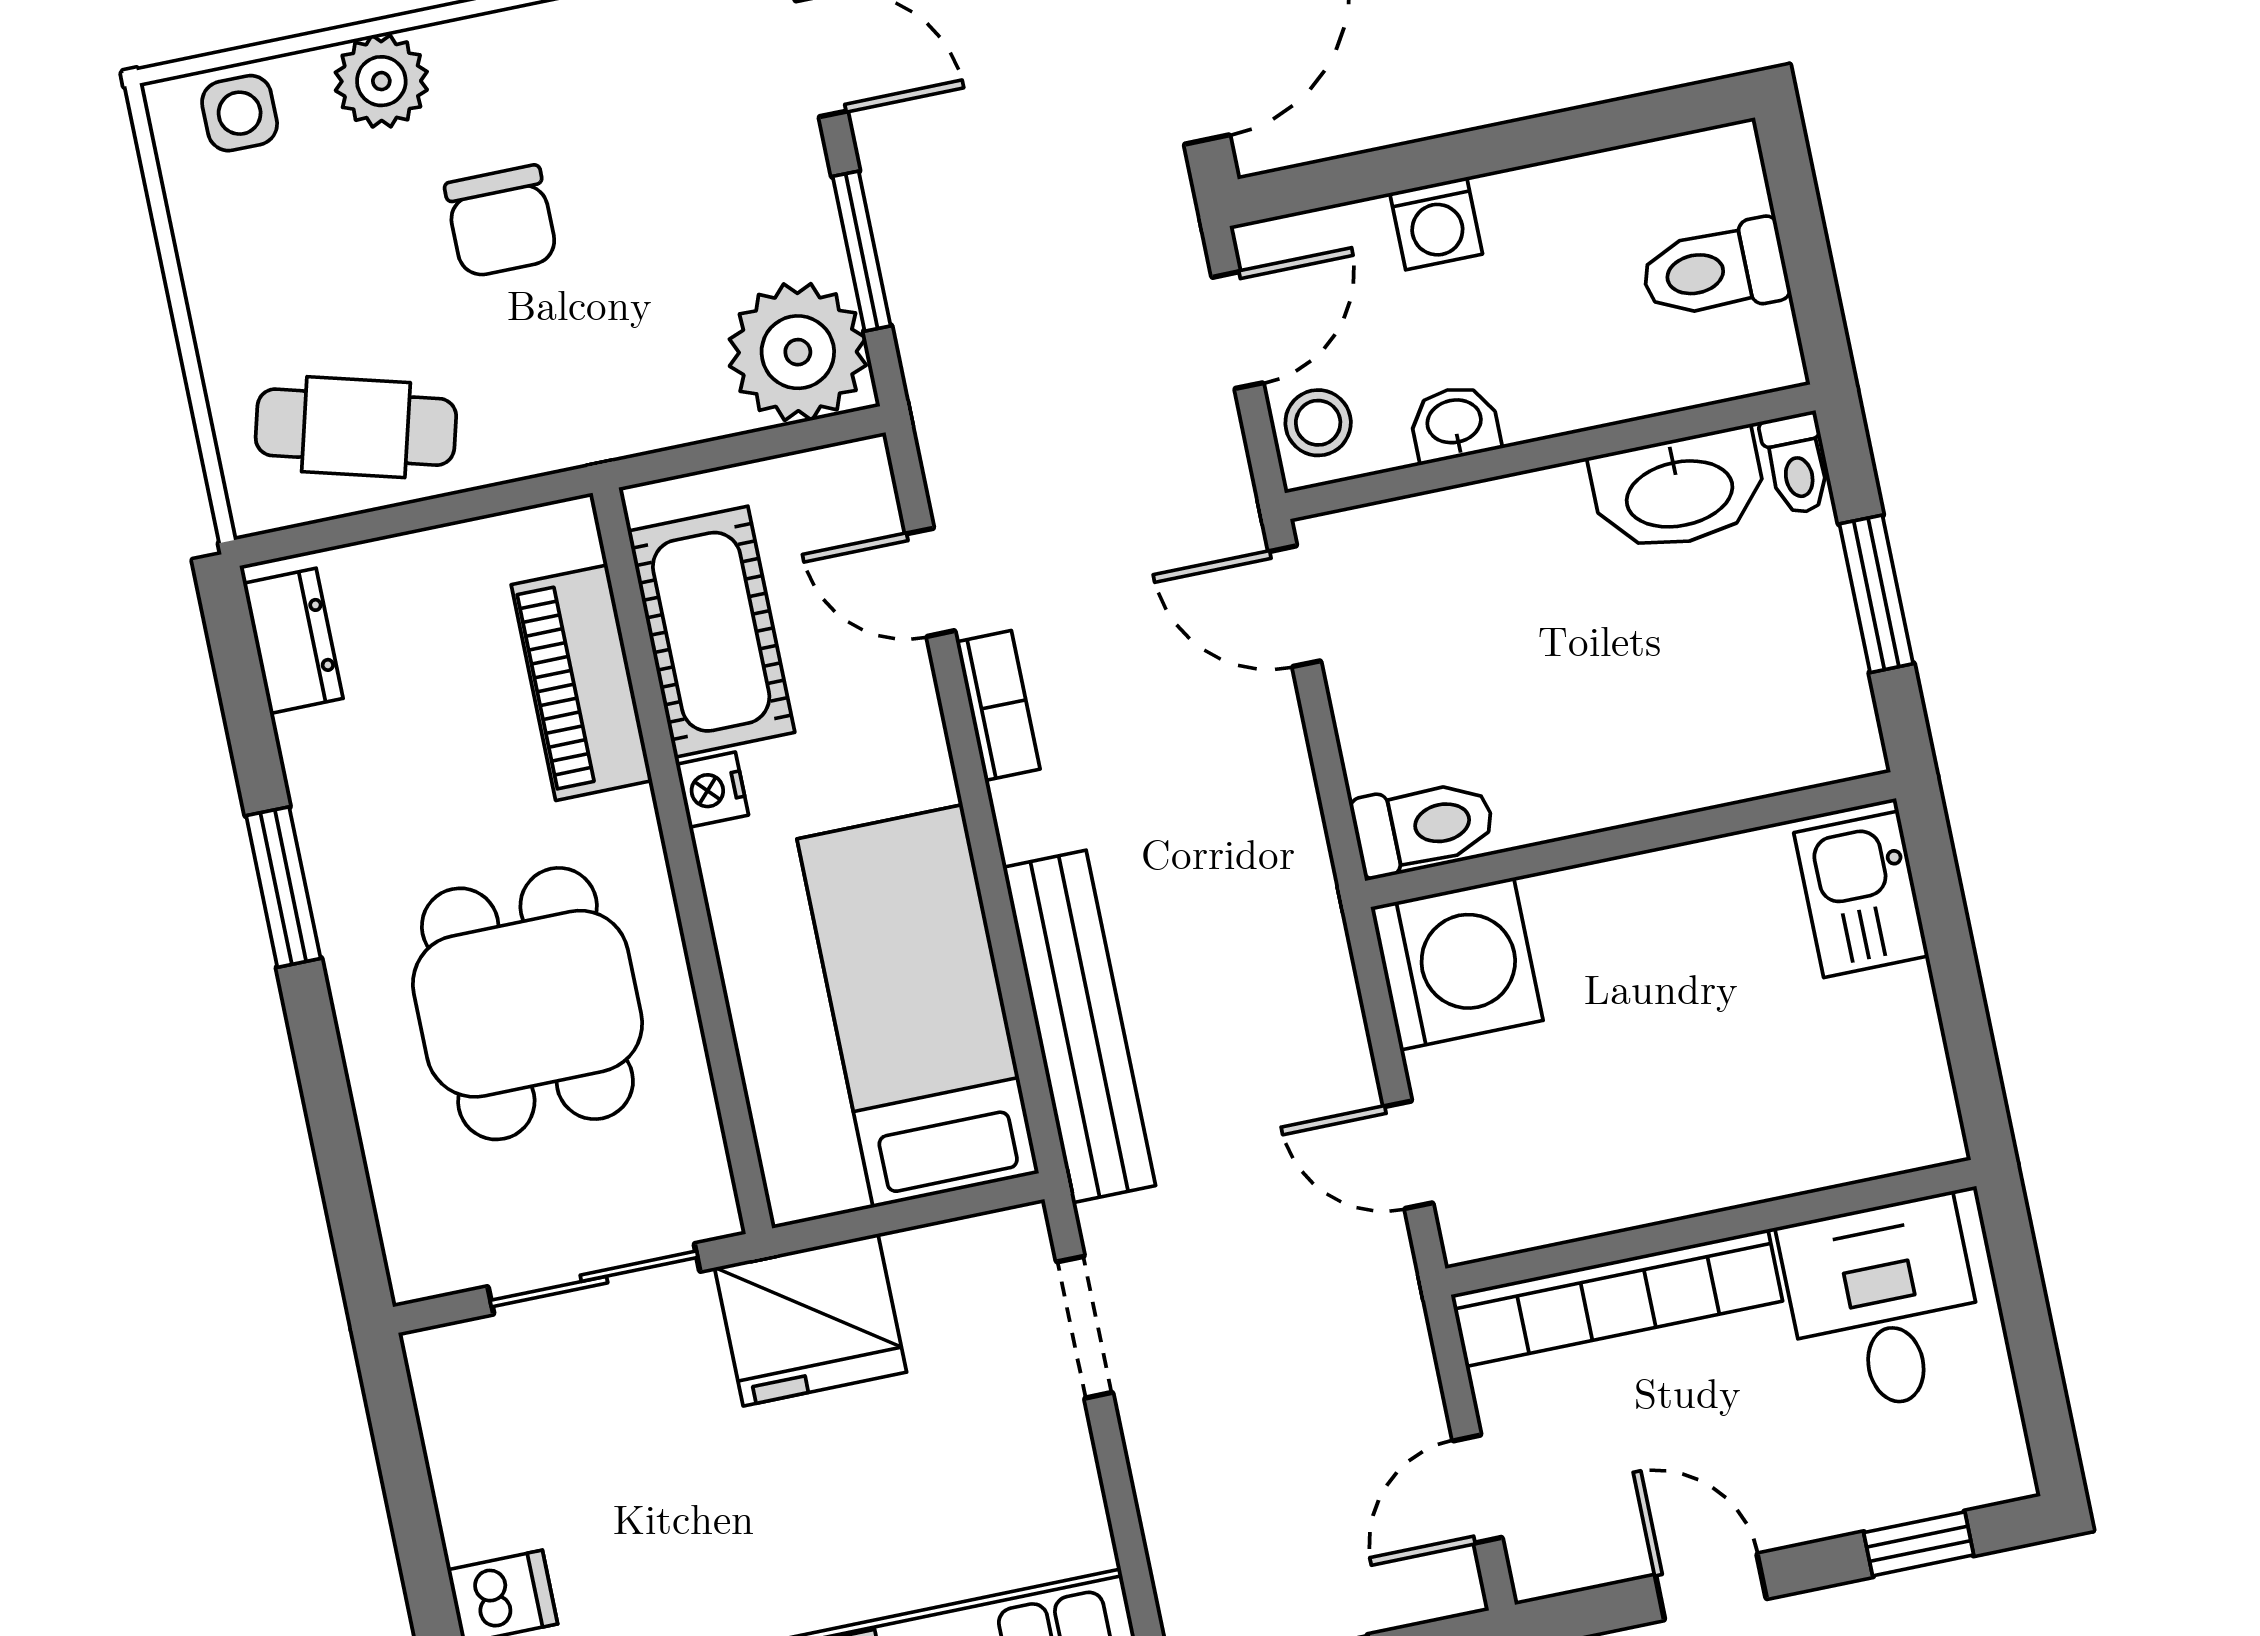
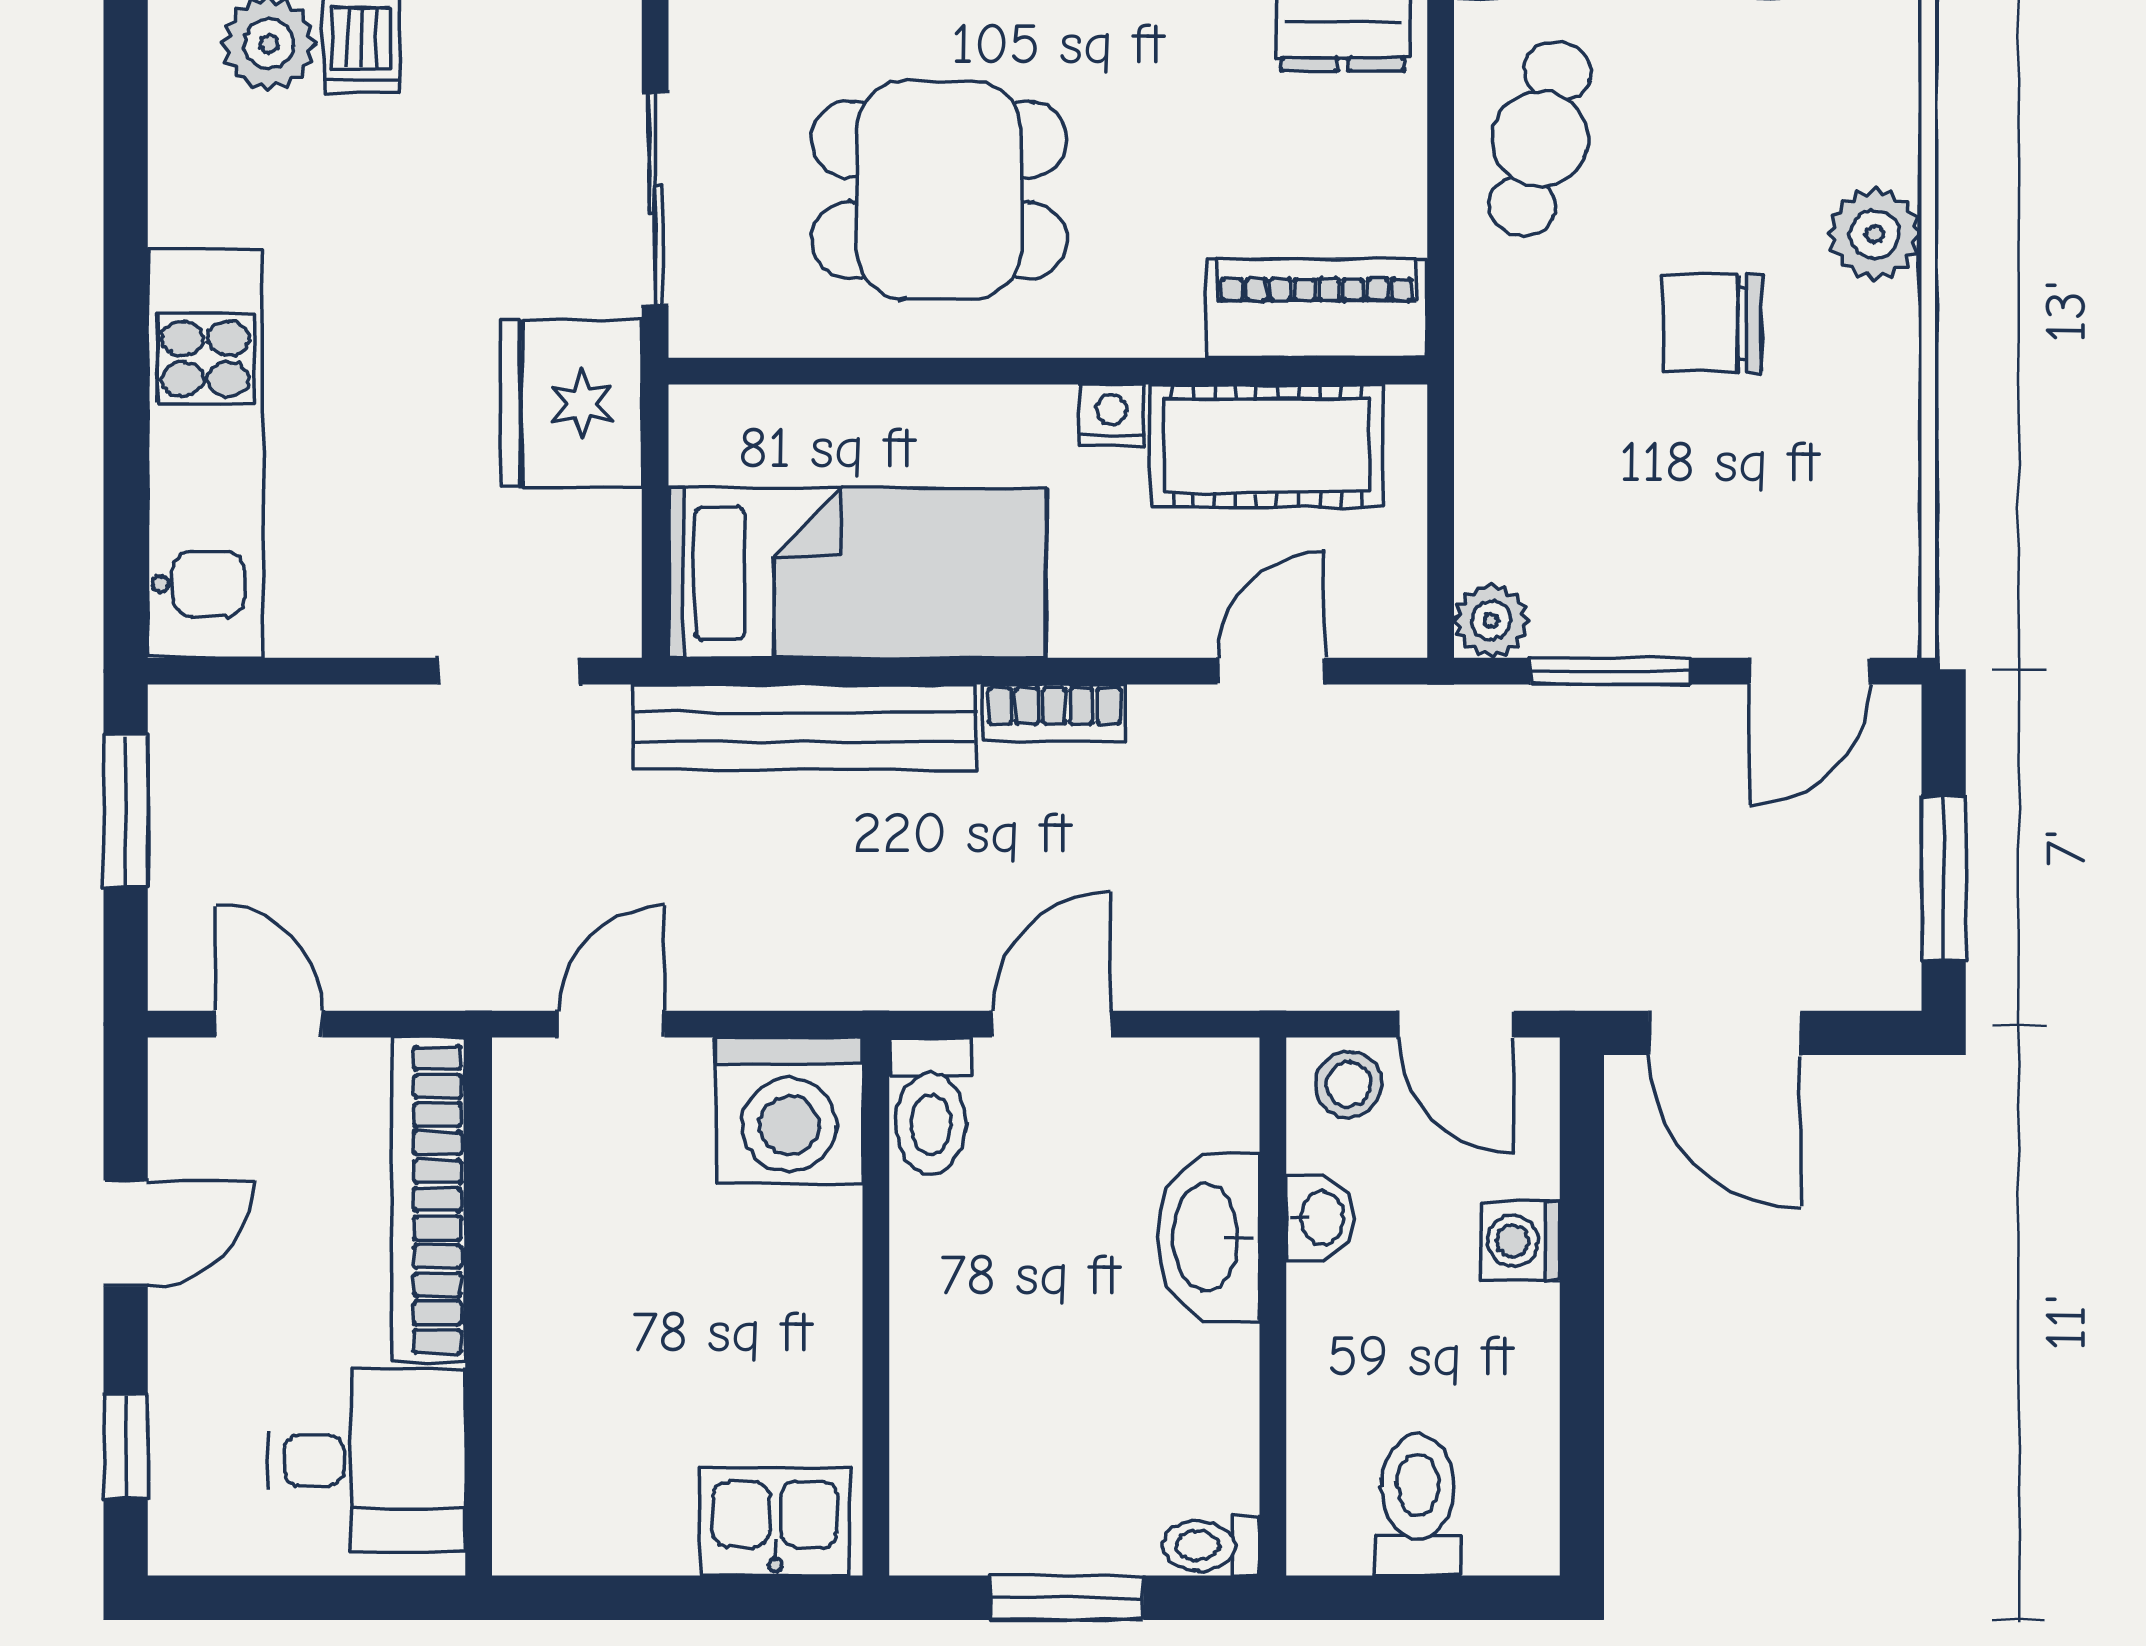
side table: (240, 113) -> (1872, 88), removed
plant: (798, 352) -> (1491, 621), width x0.53, depth x0.53
washbasin: (1679, 491) -> (1208, 1237), moved
door: (1295, 606) -> (1052, 1024), moved
piano: (582, 683) -> (1317, 308), moved
bookcase: (998, 706) -> (1054, 713), moved

